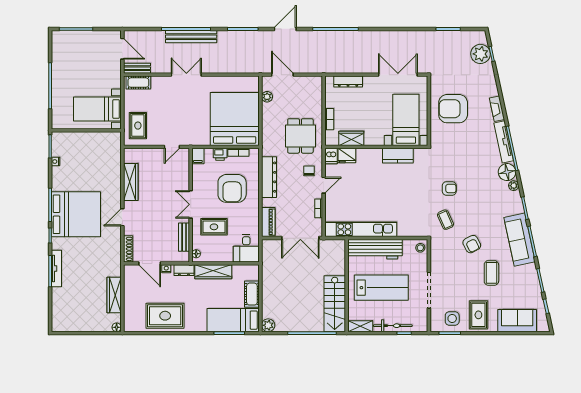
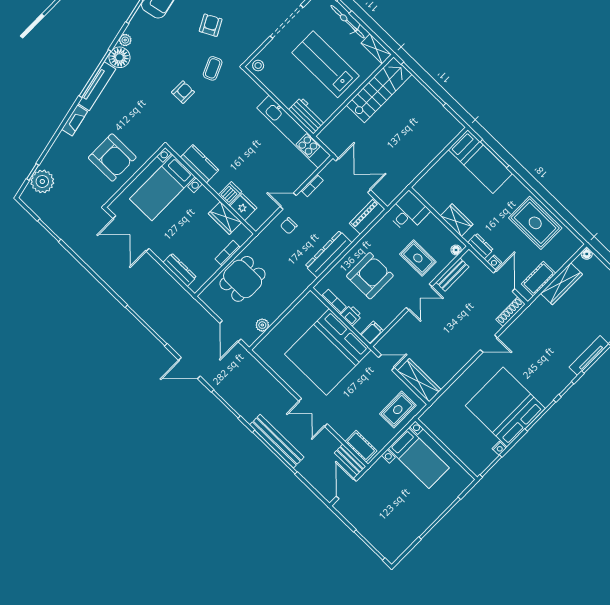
bed: (235, 119) -> (328, 352), moved
dining table: (300, 136) -> (243, 279), moved
dishwasher: (331, 156) -> (230, 193), moved
wardrobe: (131, 182) -> (419, 380), moved, turned 90
armchair: (449, 188) -> (183, 92), turned 90
bed: (76, 214) -> (505, 407), moved
workbench: (375, 249) -> (307, 115), width x0.53, depth x0.76
wardrobe: (213, 272) -> (457, 220), width x0.67
cot: (252, 294) -> (538, 279), moved
plant: (268, 325) -> (455, 127), removed

